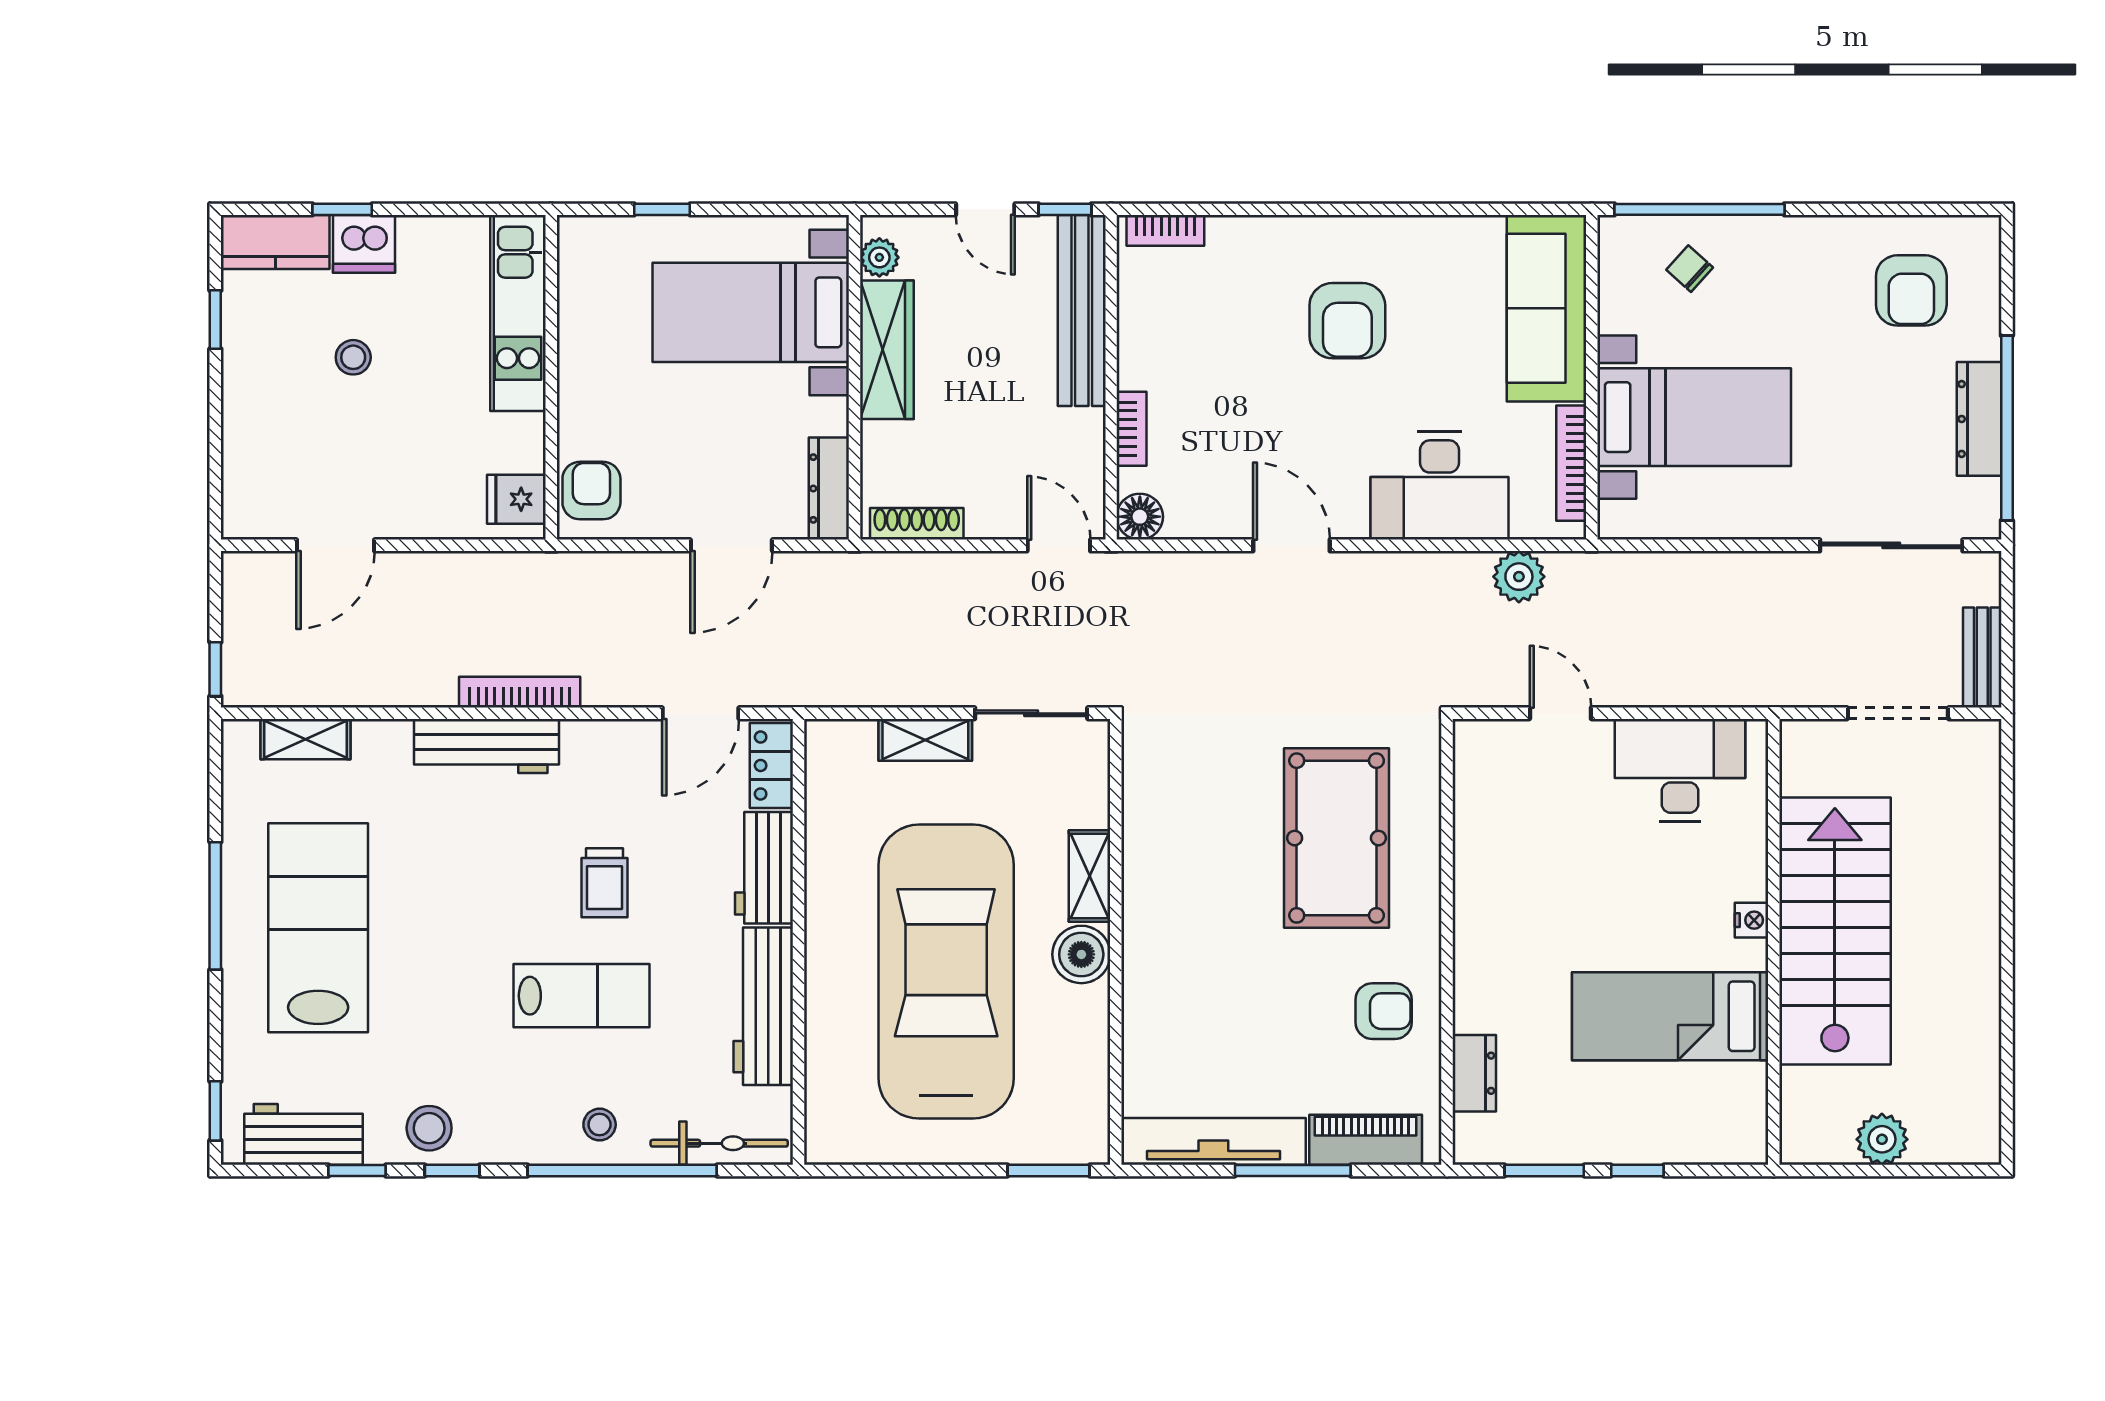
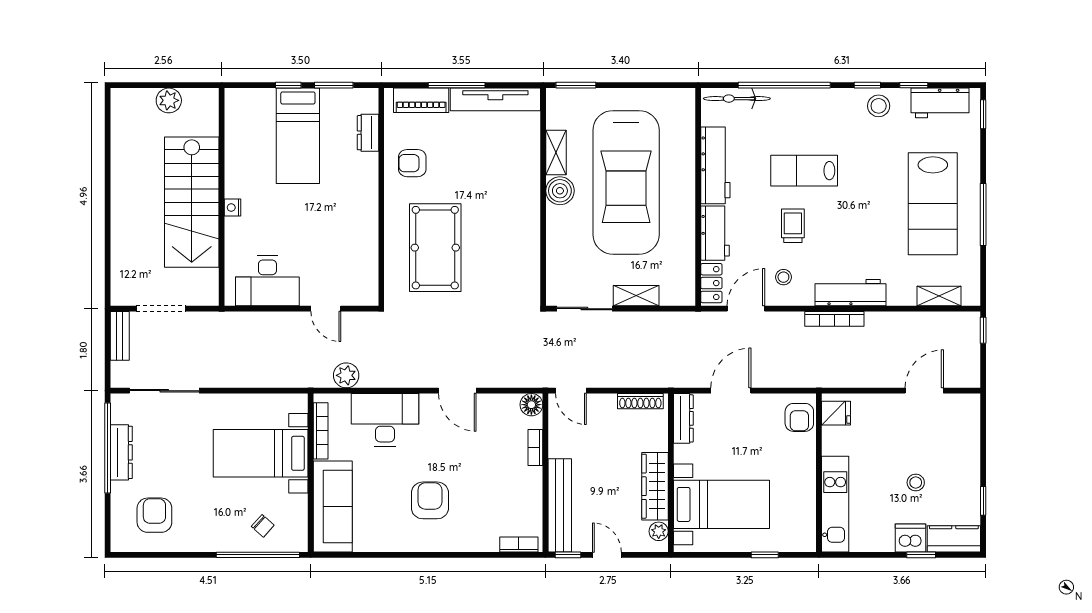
shelving: (1090, 876) -> (556, 152), moved
bed: (1670, 1016) -> (298, 136), moved, turned 90
stool: (600, 1125) -> (783, 277), moved

